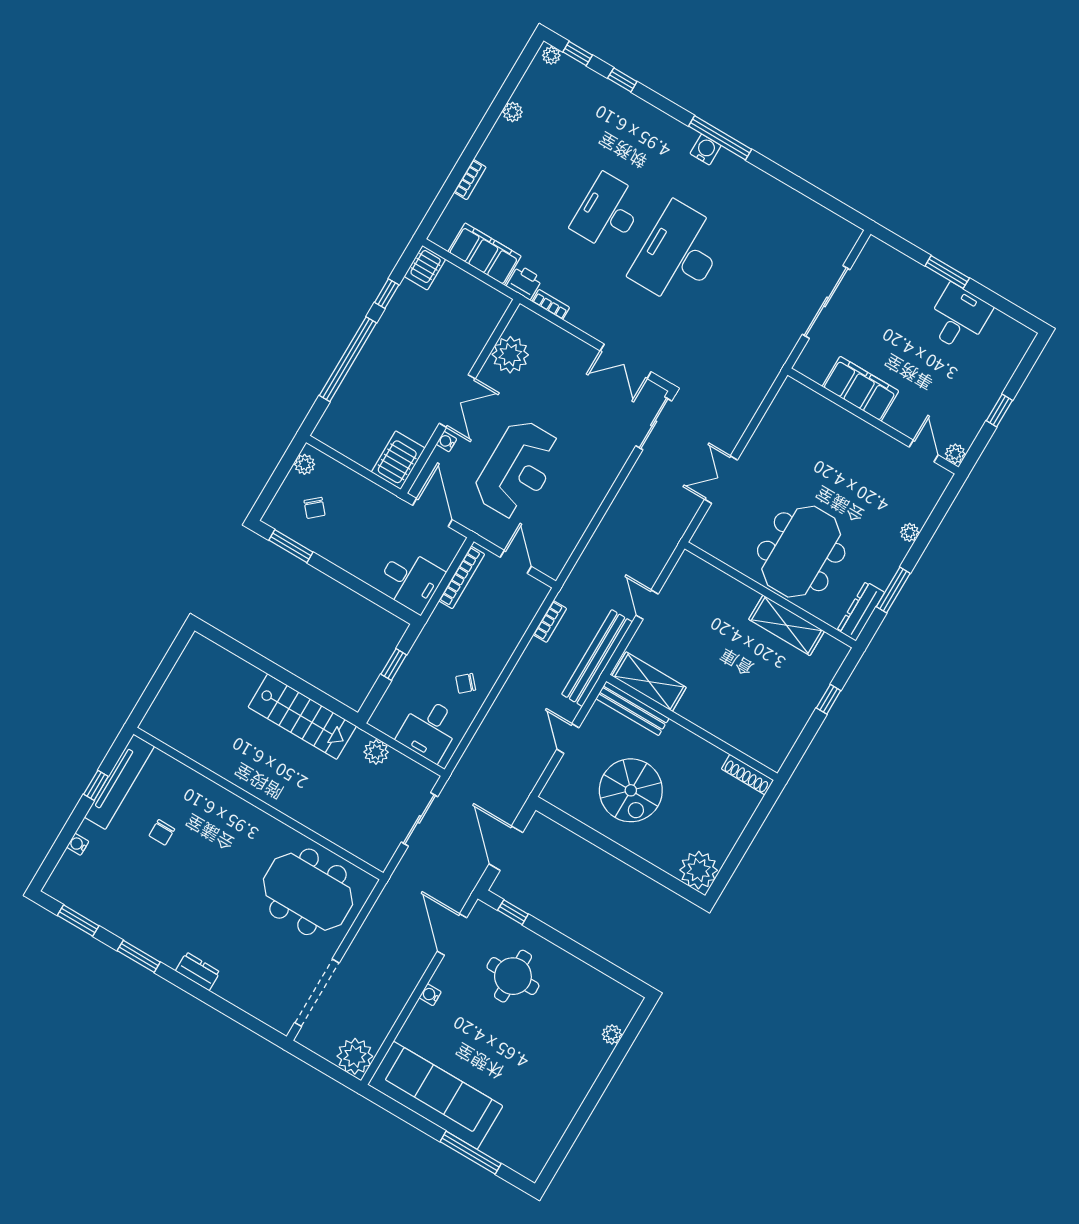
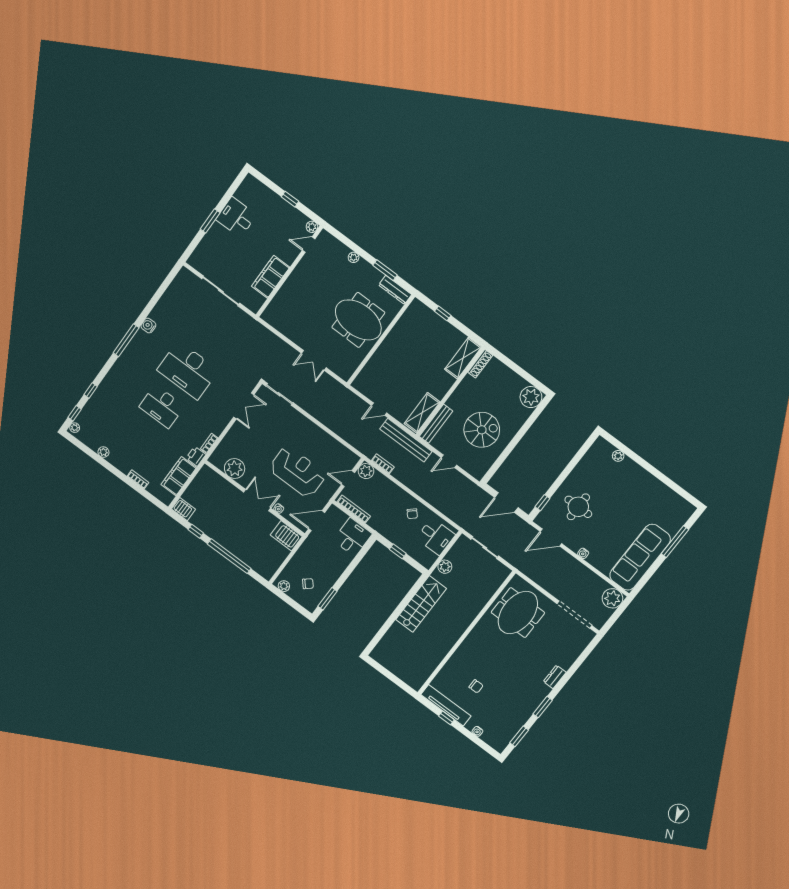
water cooler: (706, 150) -> (148, 326), moved
plant: (533, 592) -> (366, 471), added
shelving: (787, 625) -> (463, 358), moved

